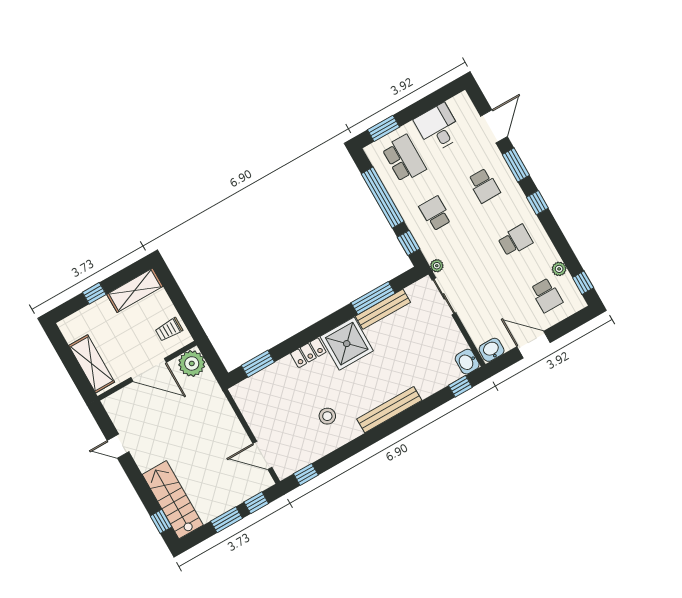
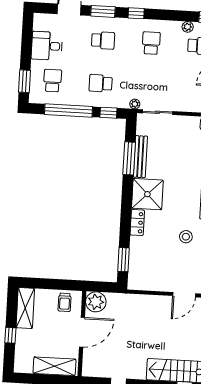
school desk: (404, 159) -> (53, 81), width x0.54

